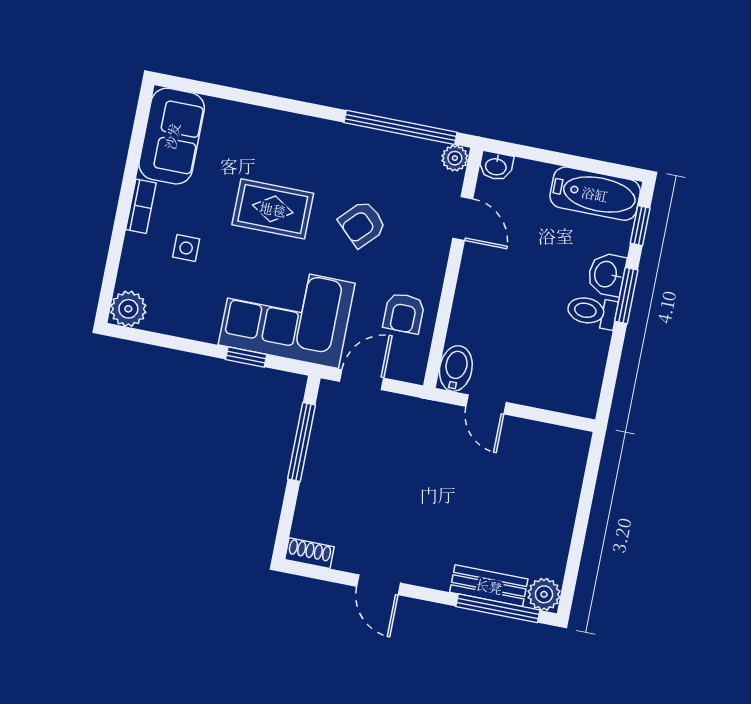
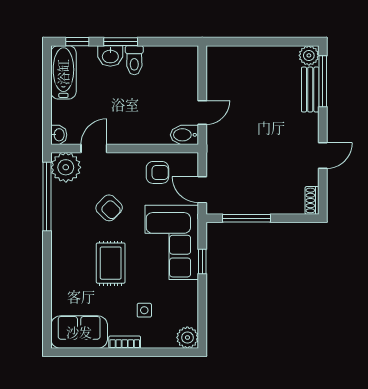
plant: (455, 158) -> (66, 167), width x1.88, depth x1.88

